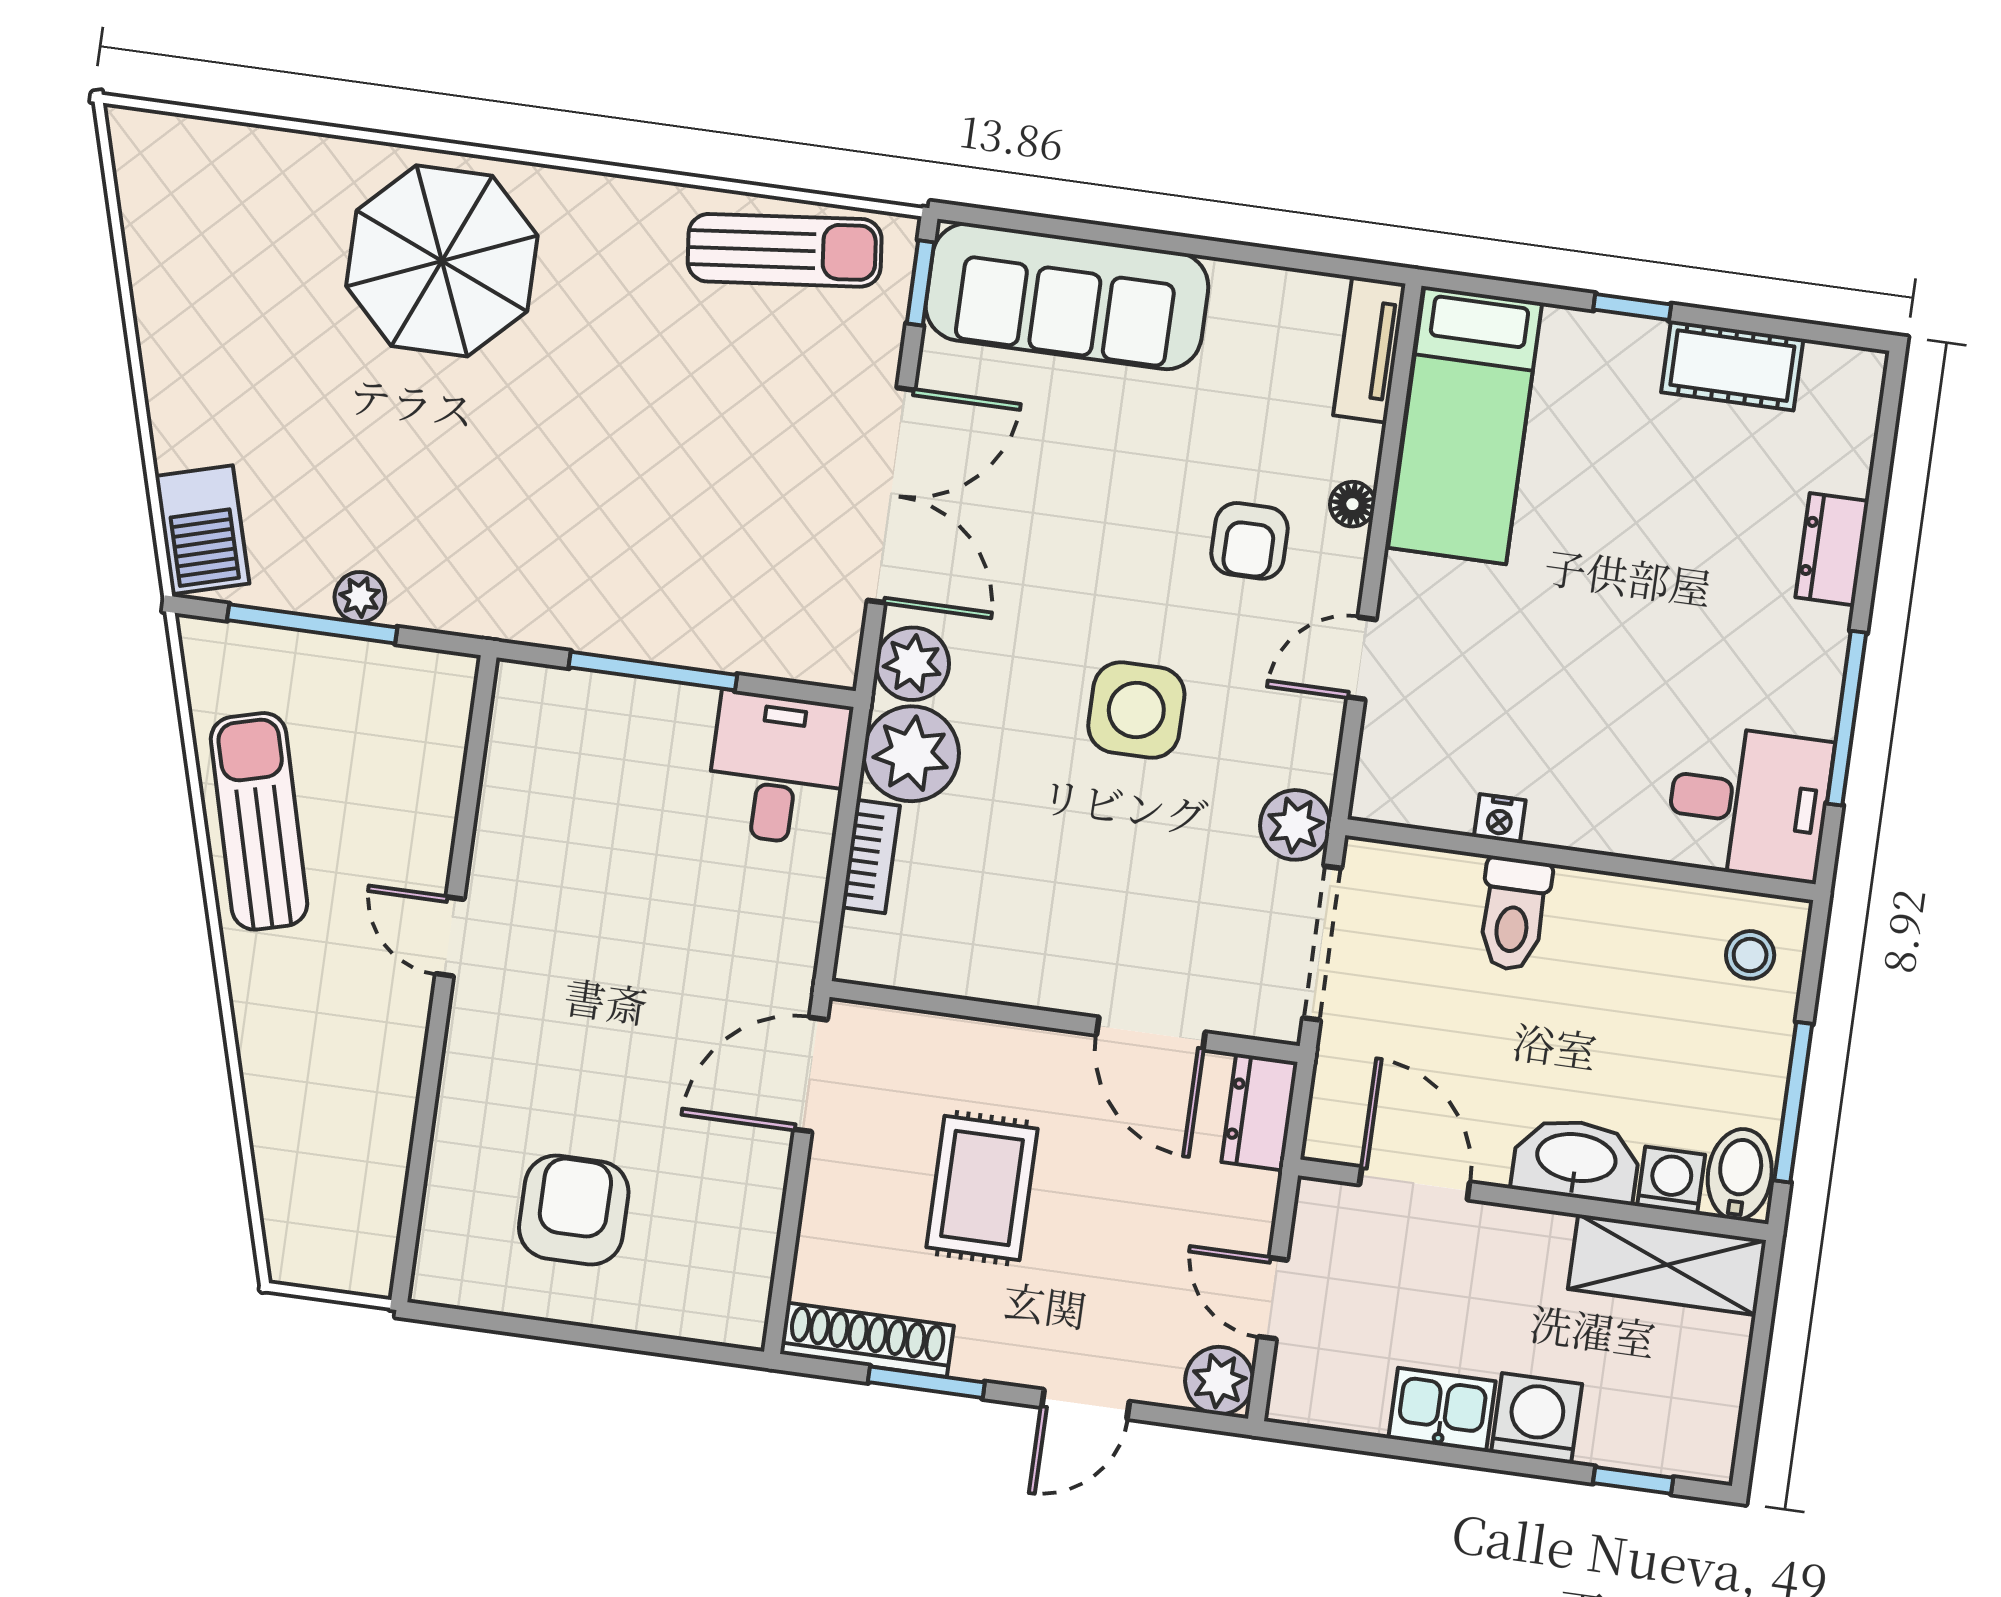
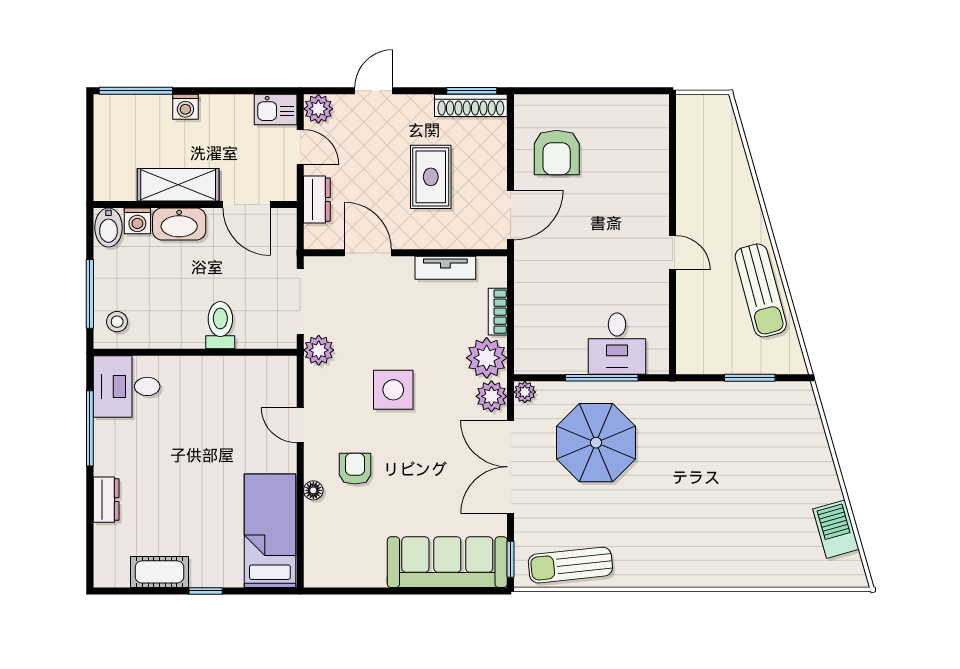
parasol: (442, 261) -> (596, 443), moved
tv unit: (1369, 350) -> (445, 268), moved, turned 90
barbecue: (202, 530) -> (836, 529), moved
plant: (360, 597) -> (525, 392), moved
window: (312, 624) -> (750, 378), width x0.69
door: (1362, 658) -> (300, 425), swing flipped
desk: (778, 769) -> (617, 344), moved
nightstand: (1500, 819) -> (232, 365), removed
window: (1793, 1102) -> (90, 294), moved
dresser: (1260, 1112) -> (317, 200), moved
armchair: (574, 1210) -> (557, 152), moved
shelving: (1667, 1265) -> (178, 185), moved
window: (926, 1382) -> (472, 91), moved
kitchen sink: (1442, 1410) -> (276, 110), moved
washing machine: (1537, 1418) -> (185, 107), width x0.73, depth x0.73
window: (1633, 1480) -> (136, 91), width x2.17

